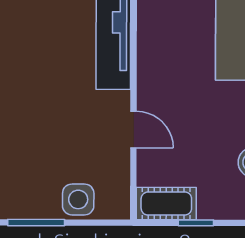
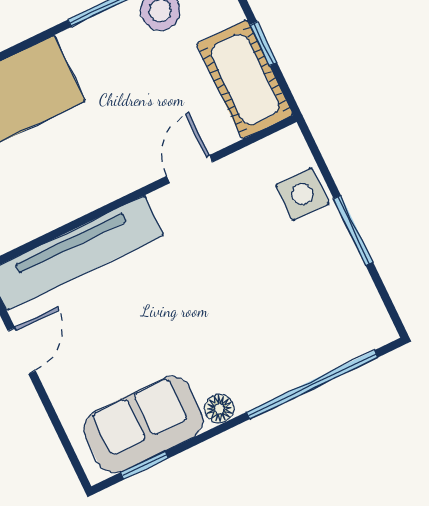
cot: (166, 203) -> (245, 79), width x1.37, depth x1.34

